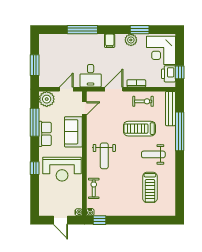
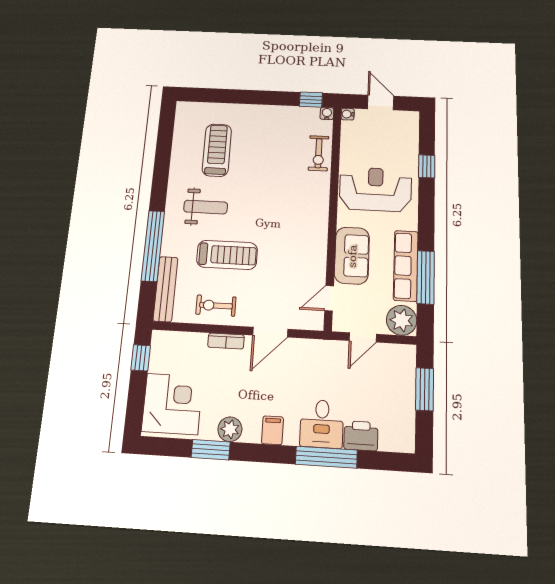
printer: (168, 74) -> (361, 436), moved, turned -90
desk: (91, 76) -> (322, 424), moved, turned 180
row of seats: (45, 134) -> (406, 266), width x1.48
weight bench: (104, 156) -> (296, 209), removed
window: (35, 168) -> (427, 166), moved

